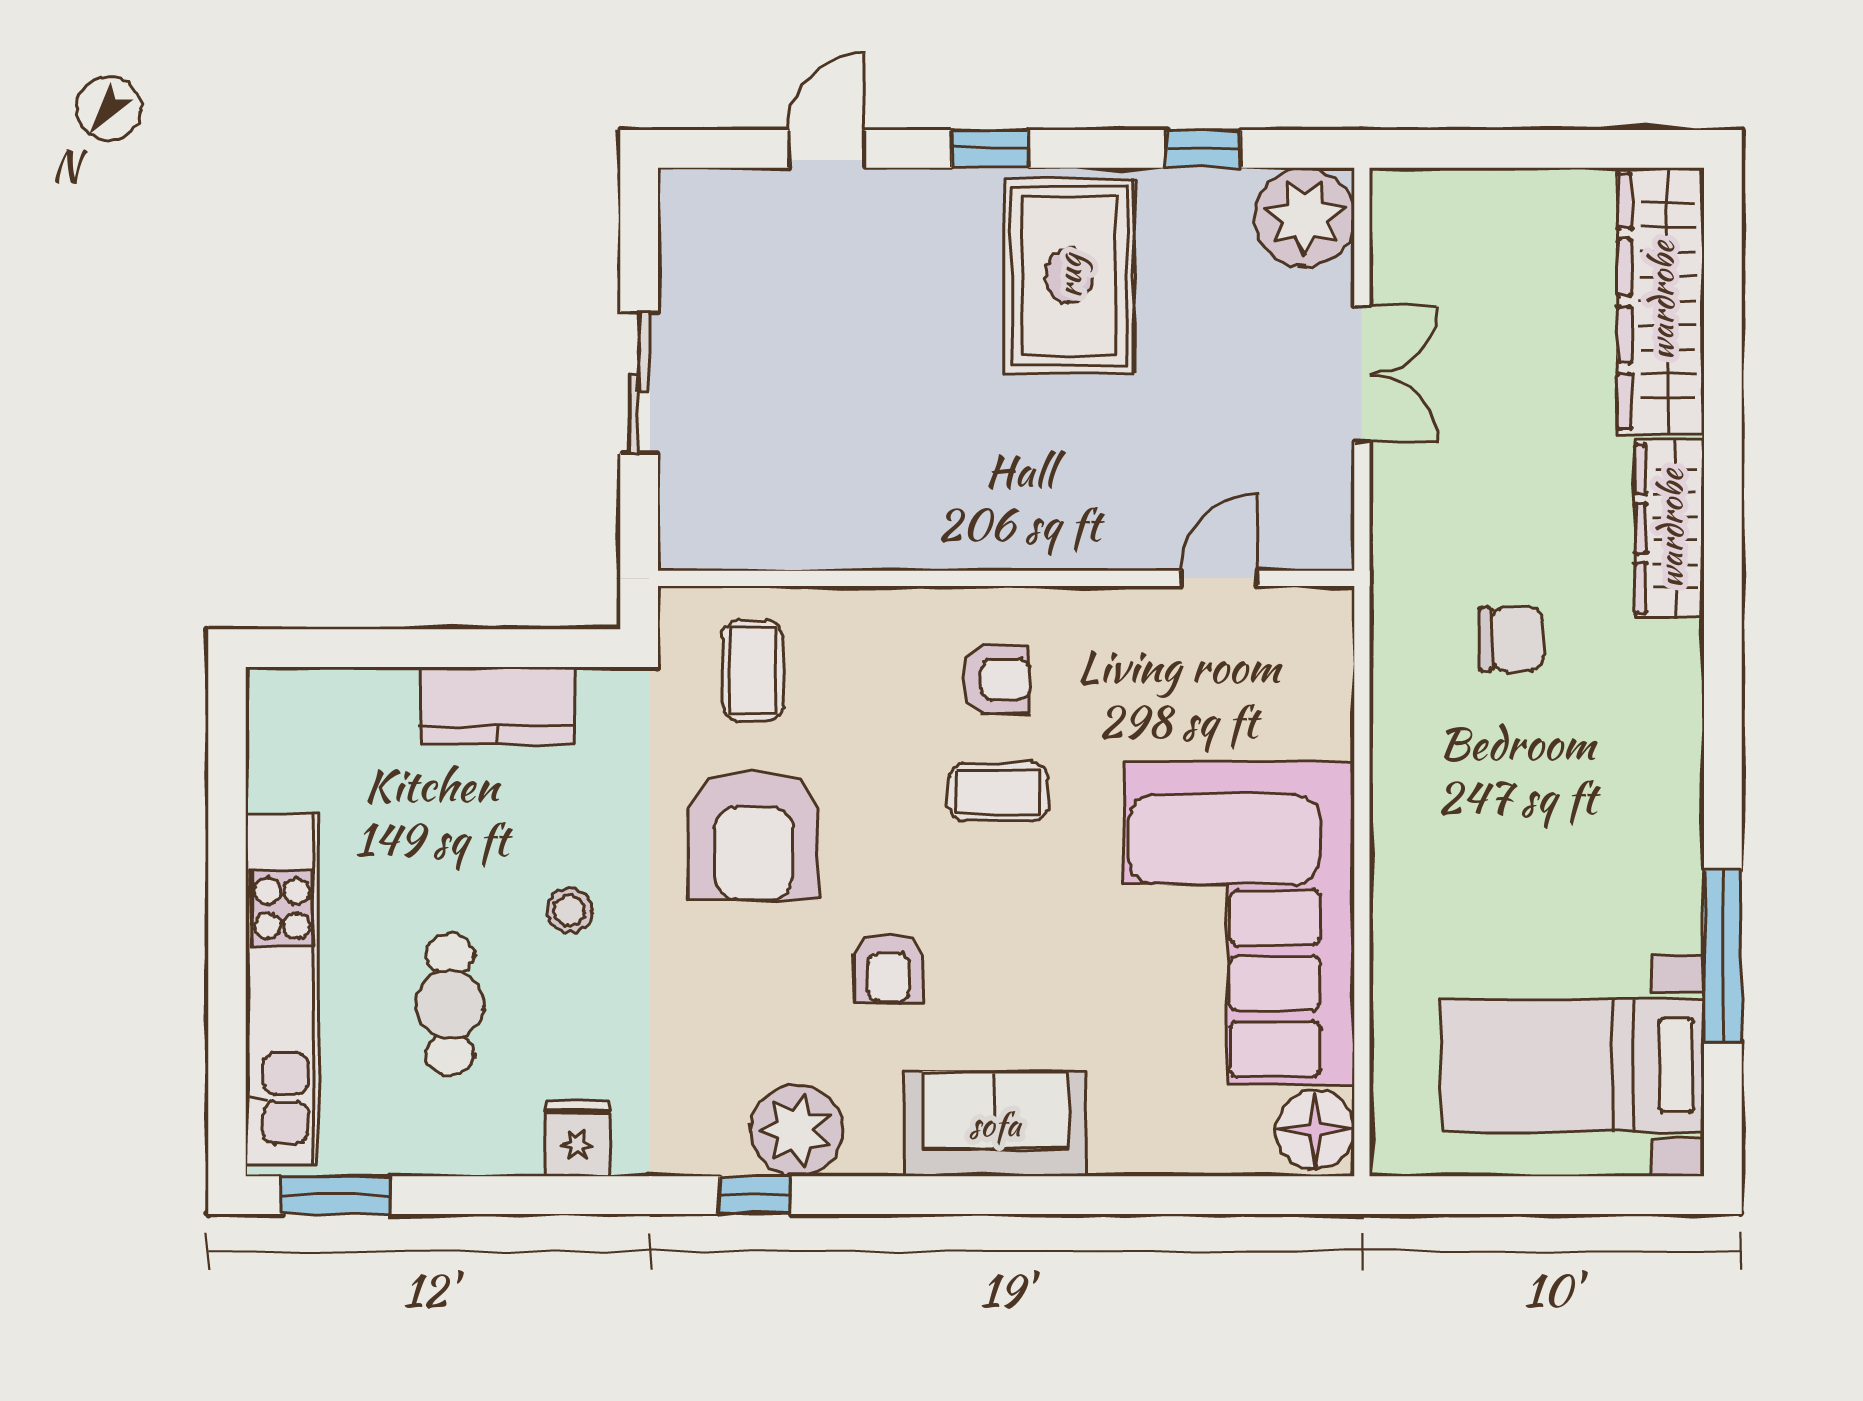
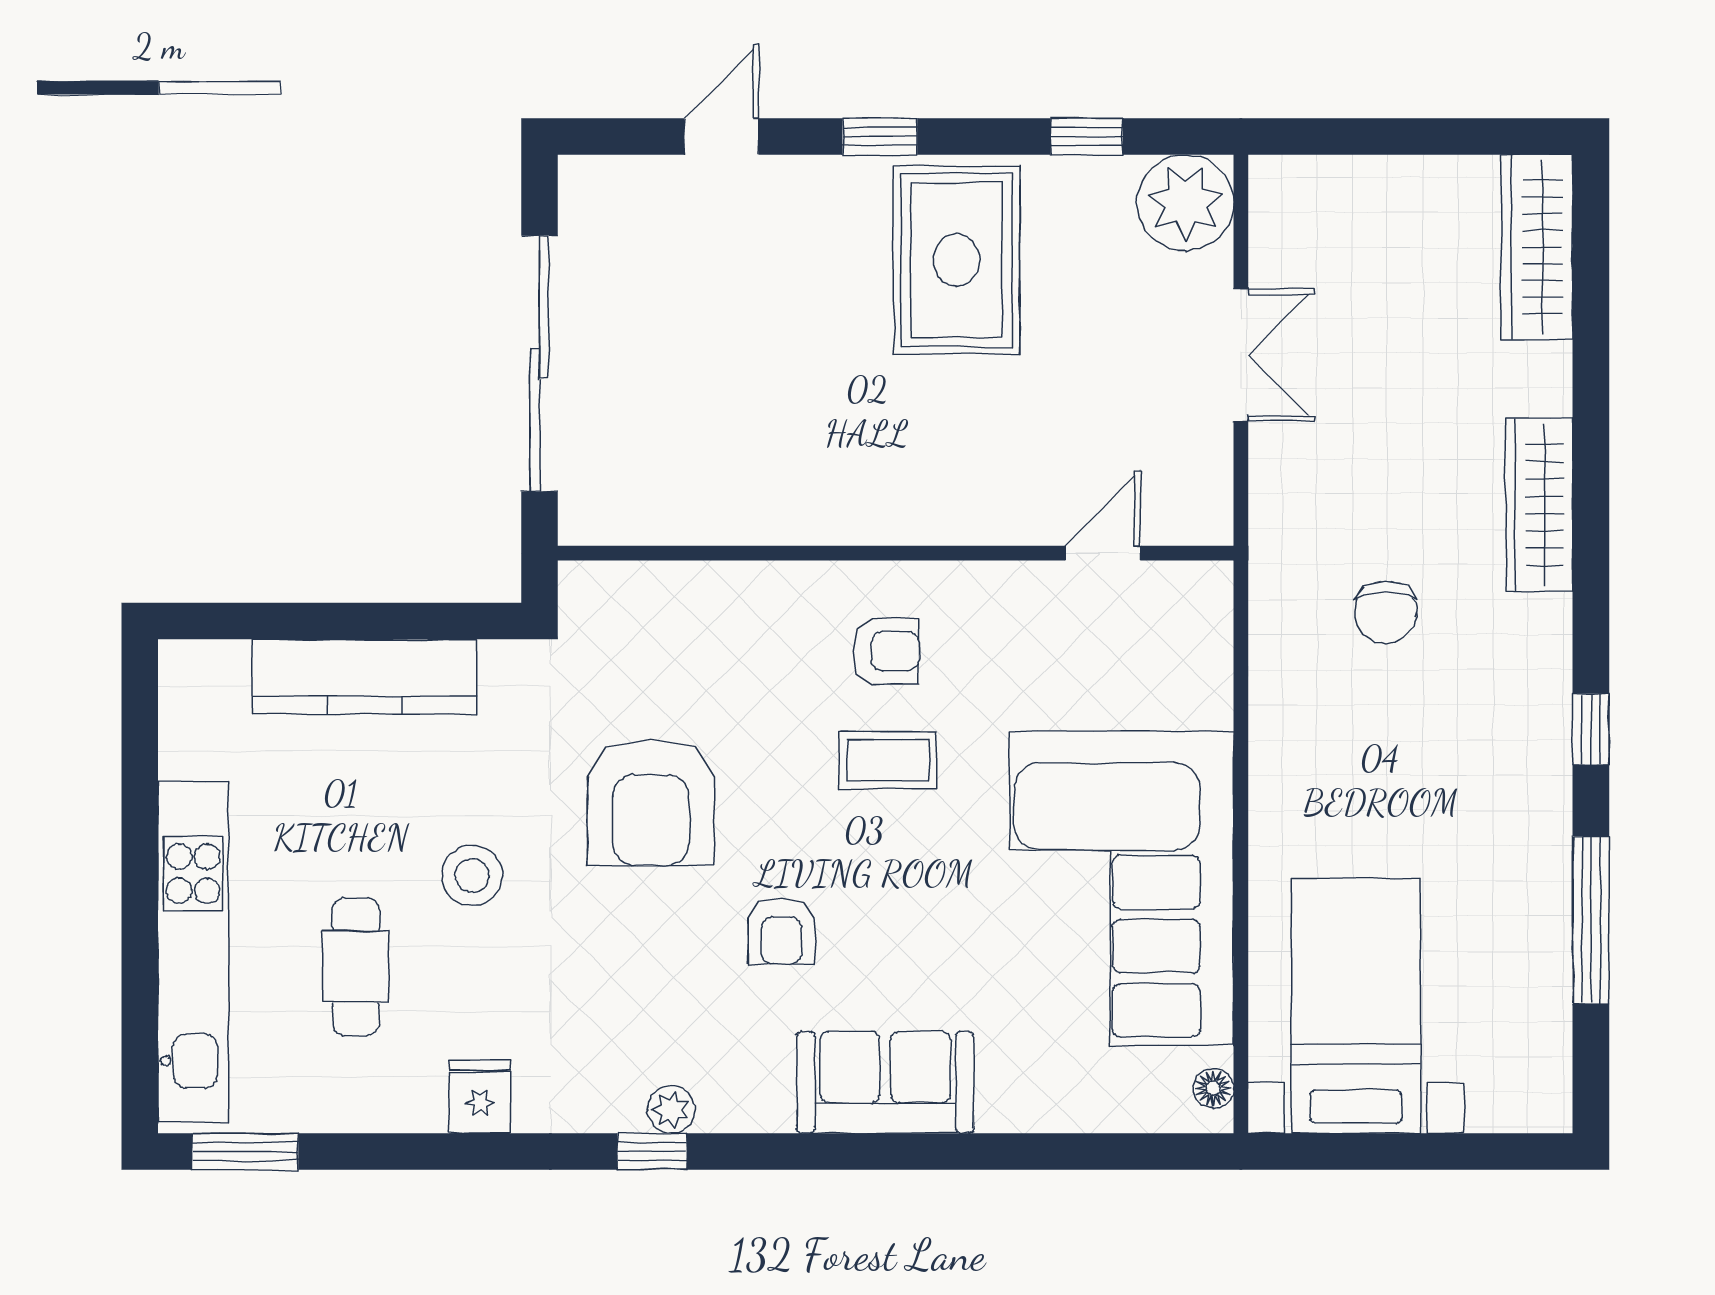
wardrobe: (1661, 301) -> (1537, 247), width x0.71, depth x0.85
sliding door: (639, 383) -> (540, 364), width x1.86
chair: (1511, 639) -> (1386, 612), turned 91
coffee table: (753, 671) -> (650, 643), removed
kitchen counter: (497, 706) -> (364, 677), width x1.50
window: (1723, 760) -> (1591, 729), added
stool: (569, 911) -> (472, 876), width x1.37, depth x1.37
bed with nightstands: (1573, 1065) -> (1356, 1006), moved, turned 90
plant: (796, 1130) -> (671, 1110), width x0.53, depth x0.53
floor lamp: (1315, 1130) -> (1213, 1088), width x0.53, depth x0.53

